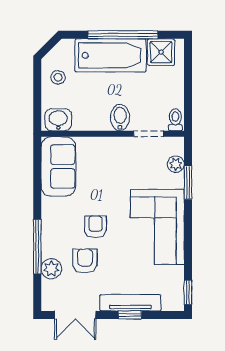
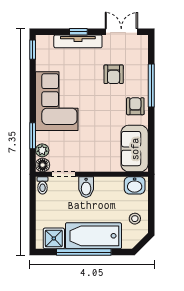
floor lamp: (175, 145) -> (43, 165), added
armchair: (95, 227) -> (135, 106), moved, turned 180
plant: (51, 269) -> (140, 68), removed

